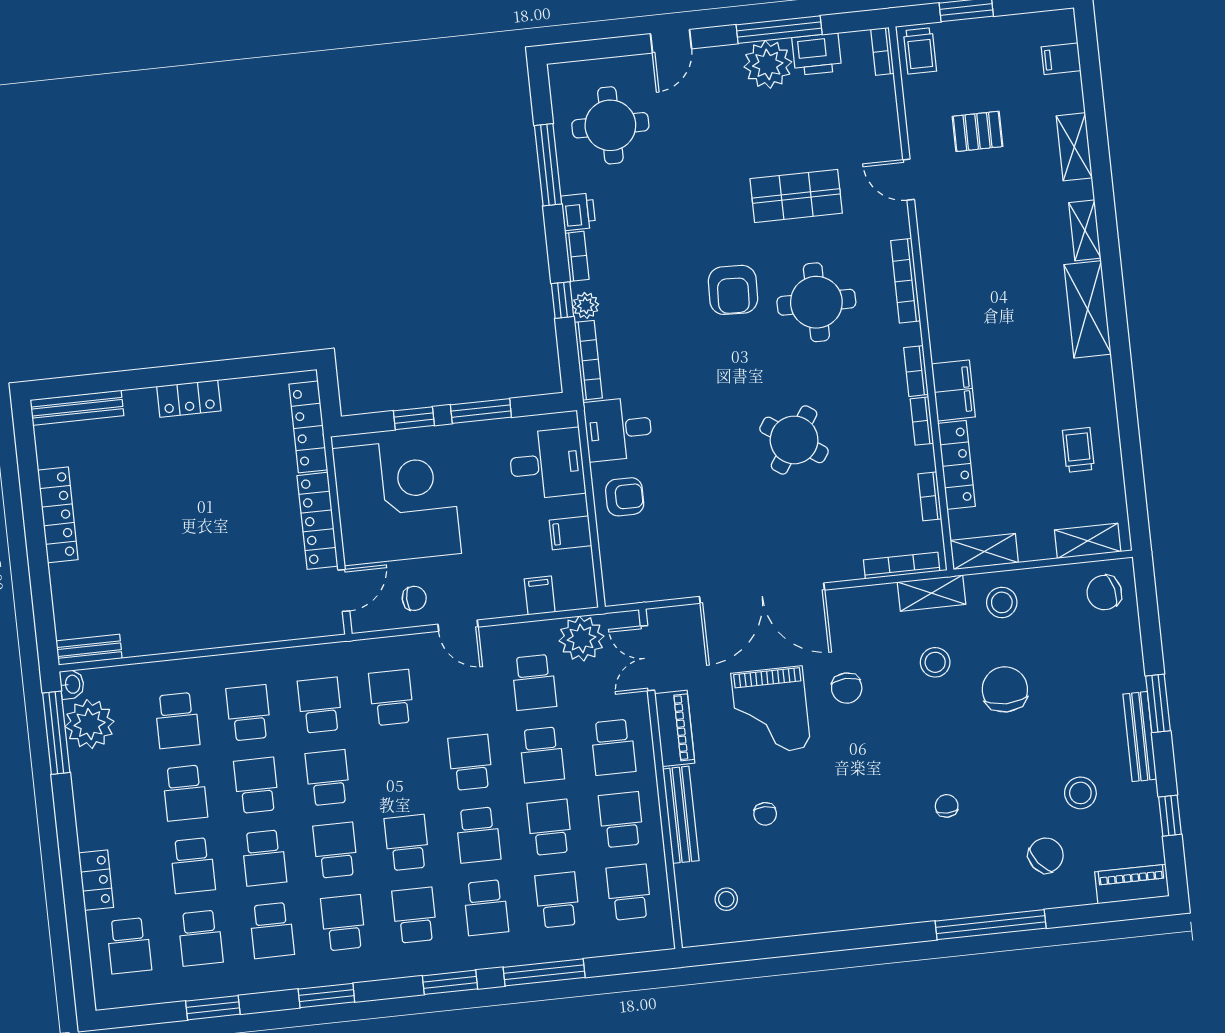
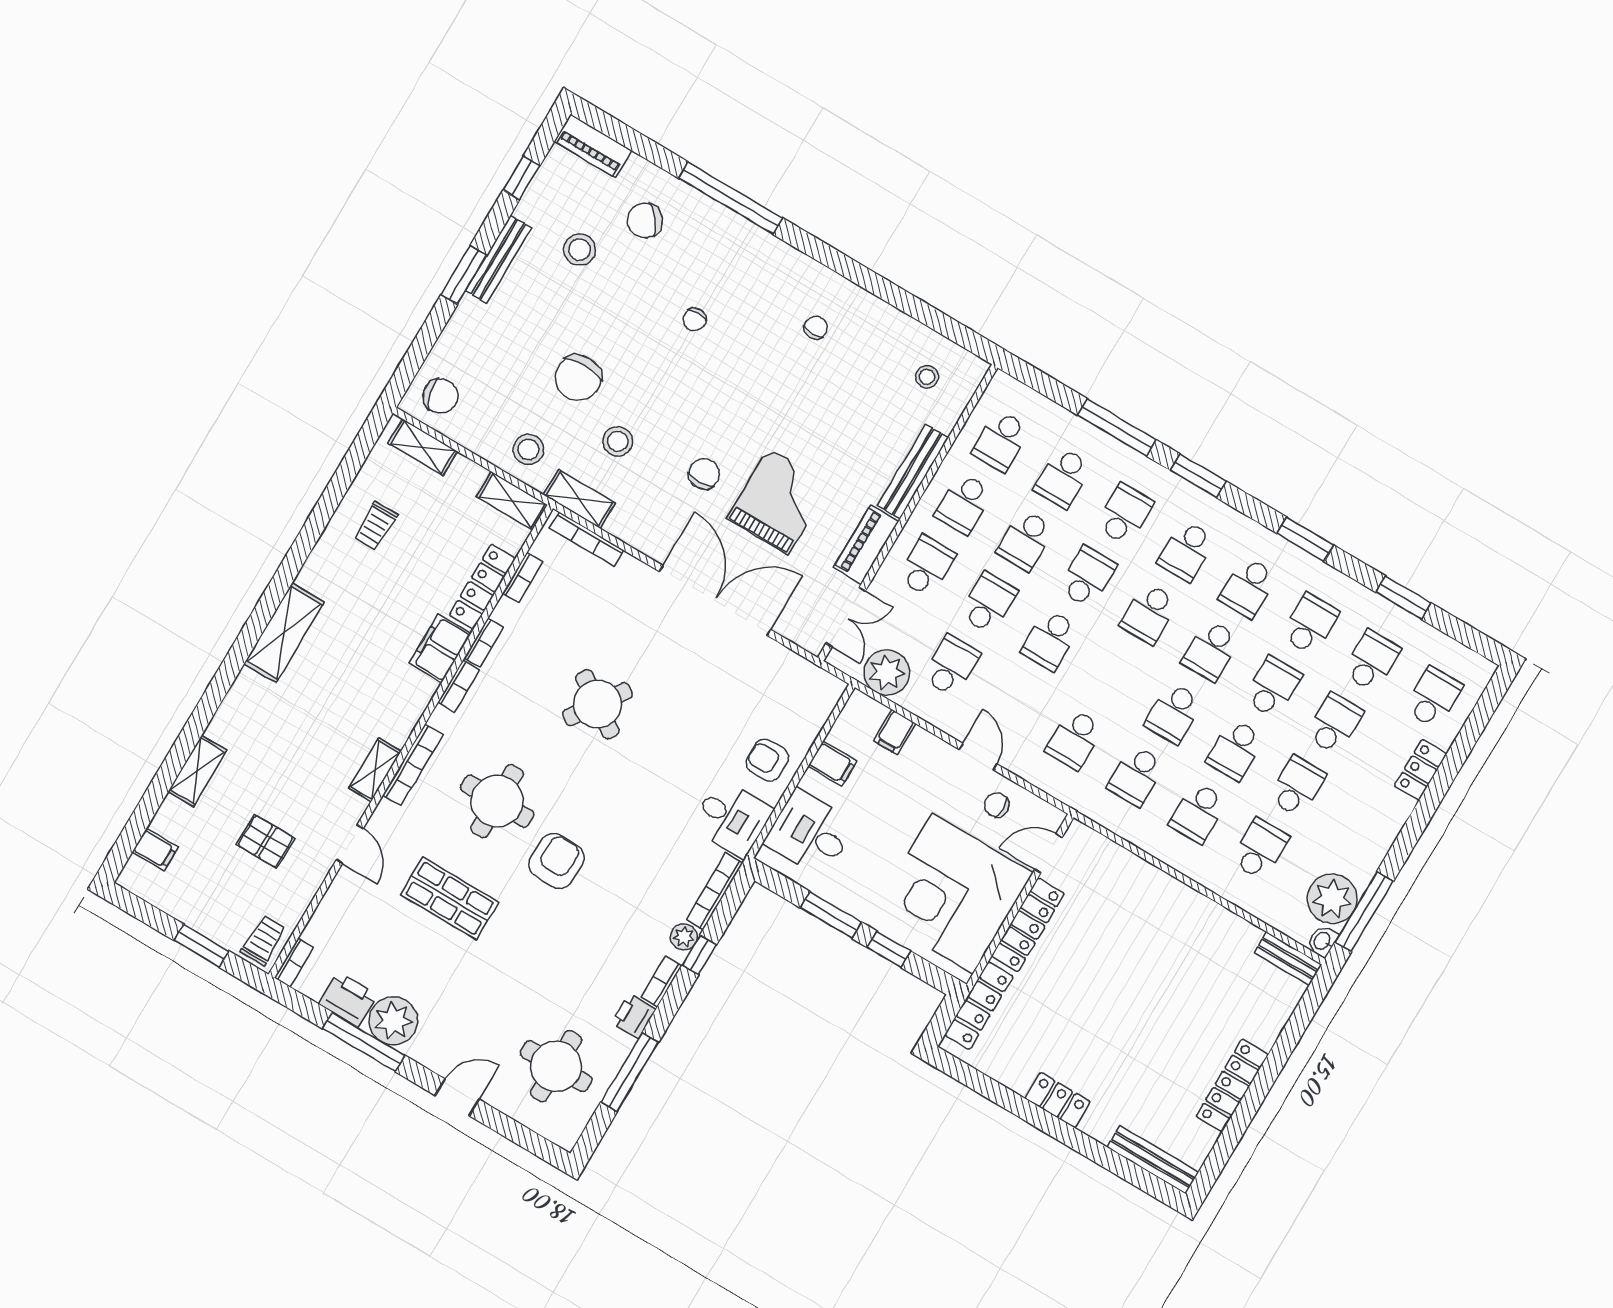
shelving: (1085, 230) -> (375, 770), moved
chair: (765, 814) -> (816, 328), moved

